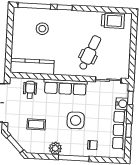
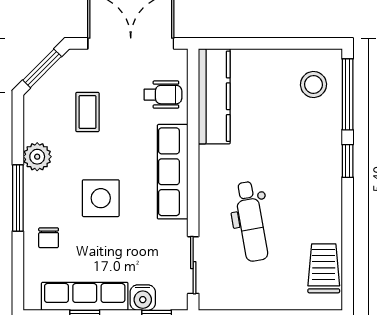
trolley: (113, 21) -> (324, 268), turned 180
stool: (42, 29) -> (313, 84), moved
dental chair: (90, 53) -> (251, 221), turned 57

